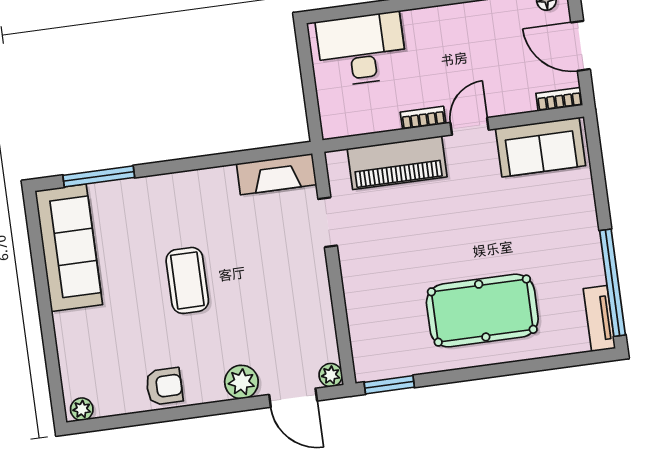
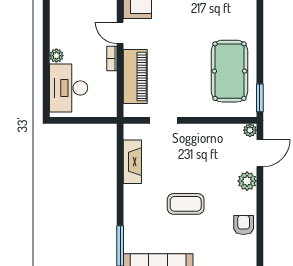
plant: (415, 21) -> (56, 56), added
fireplace: (276, 174) -> (132, 162), moved
pool table: (482, 311) -> (229, 71), moved

